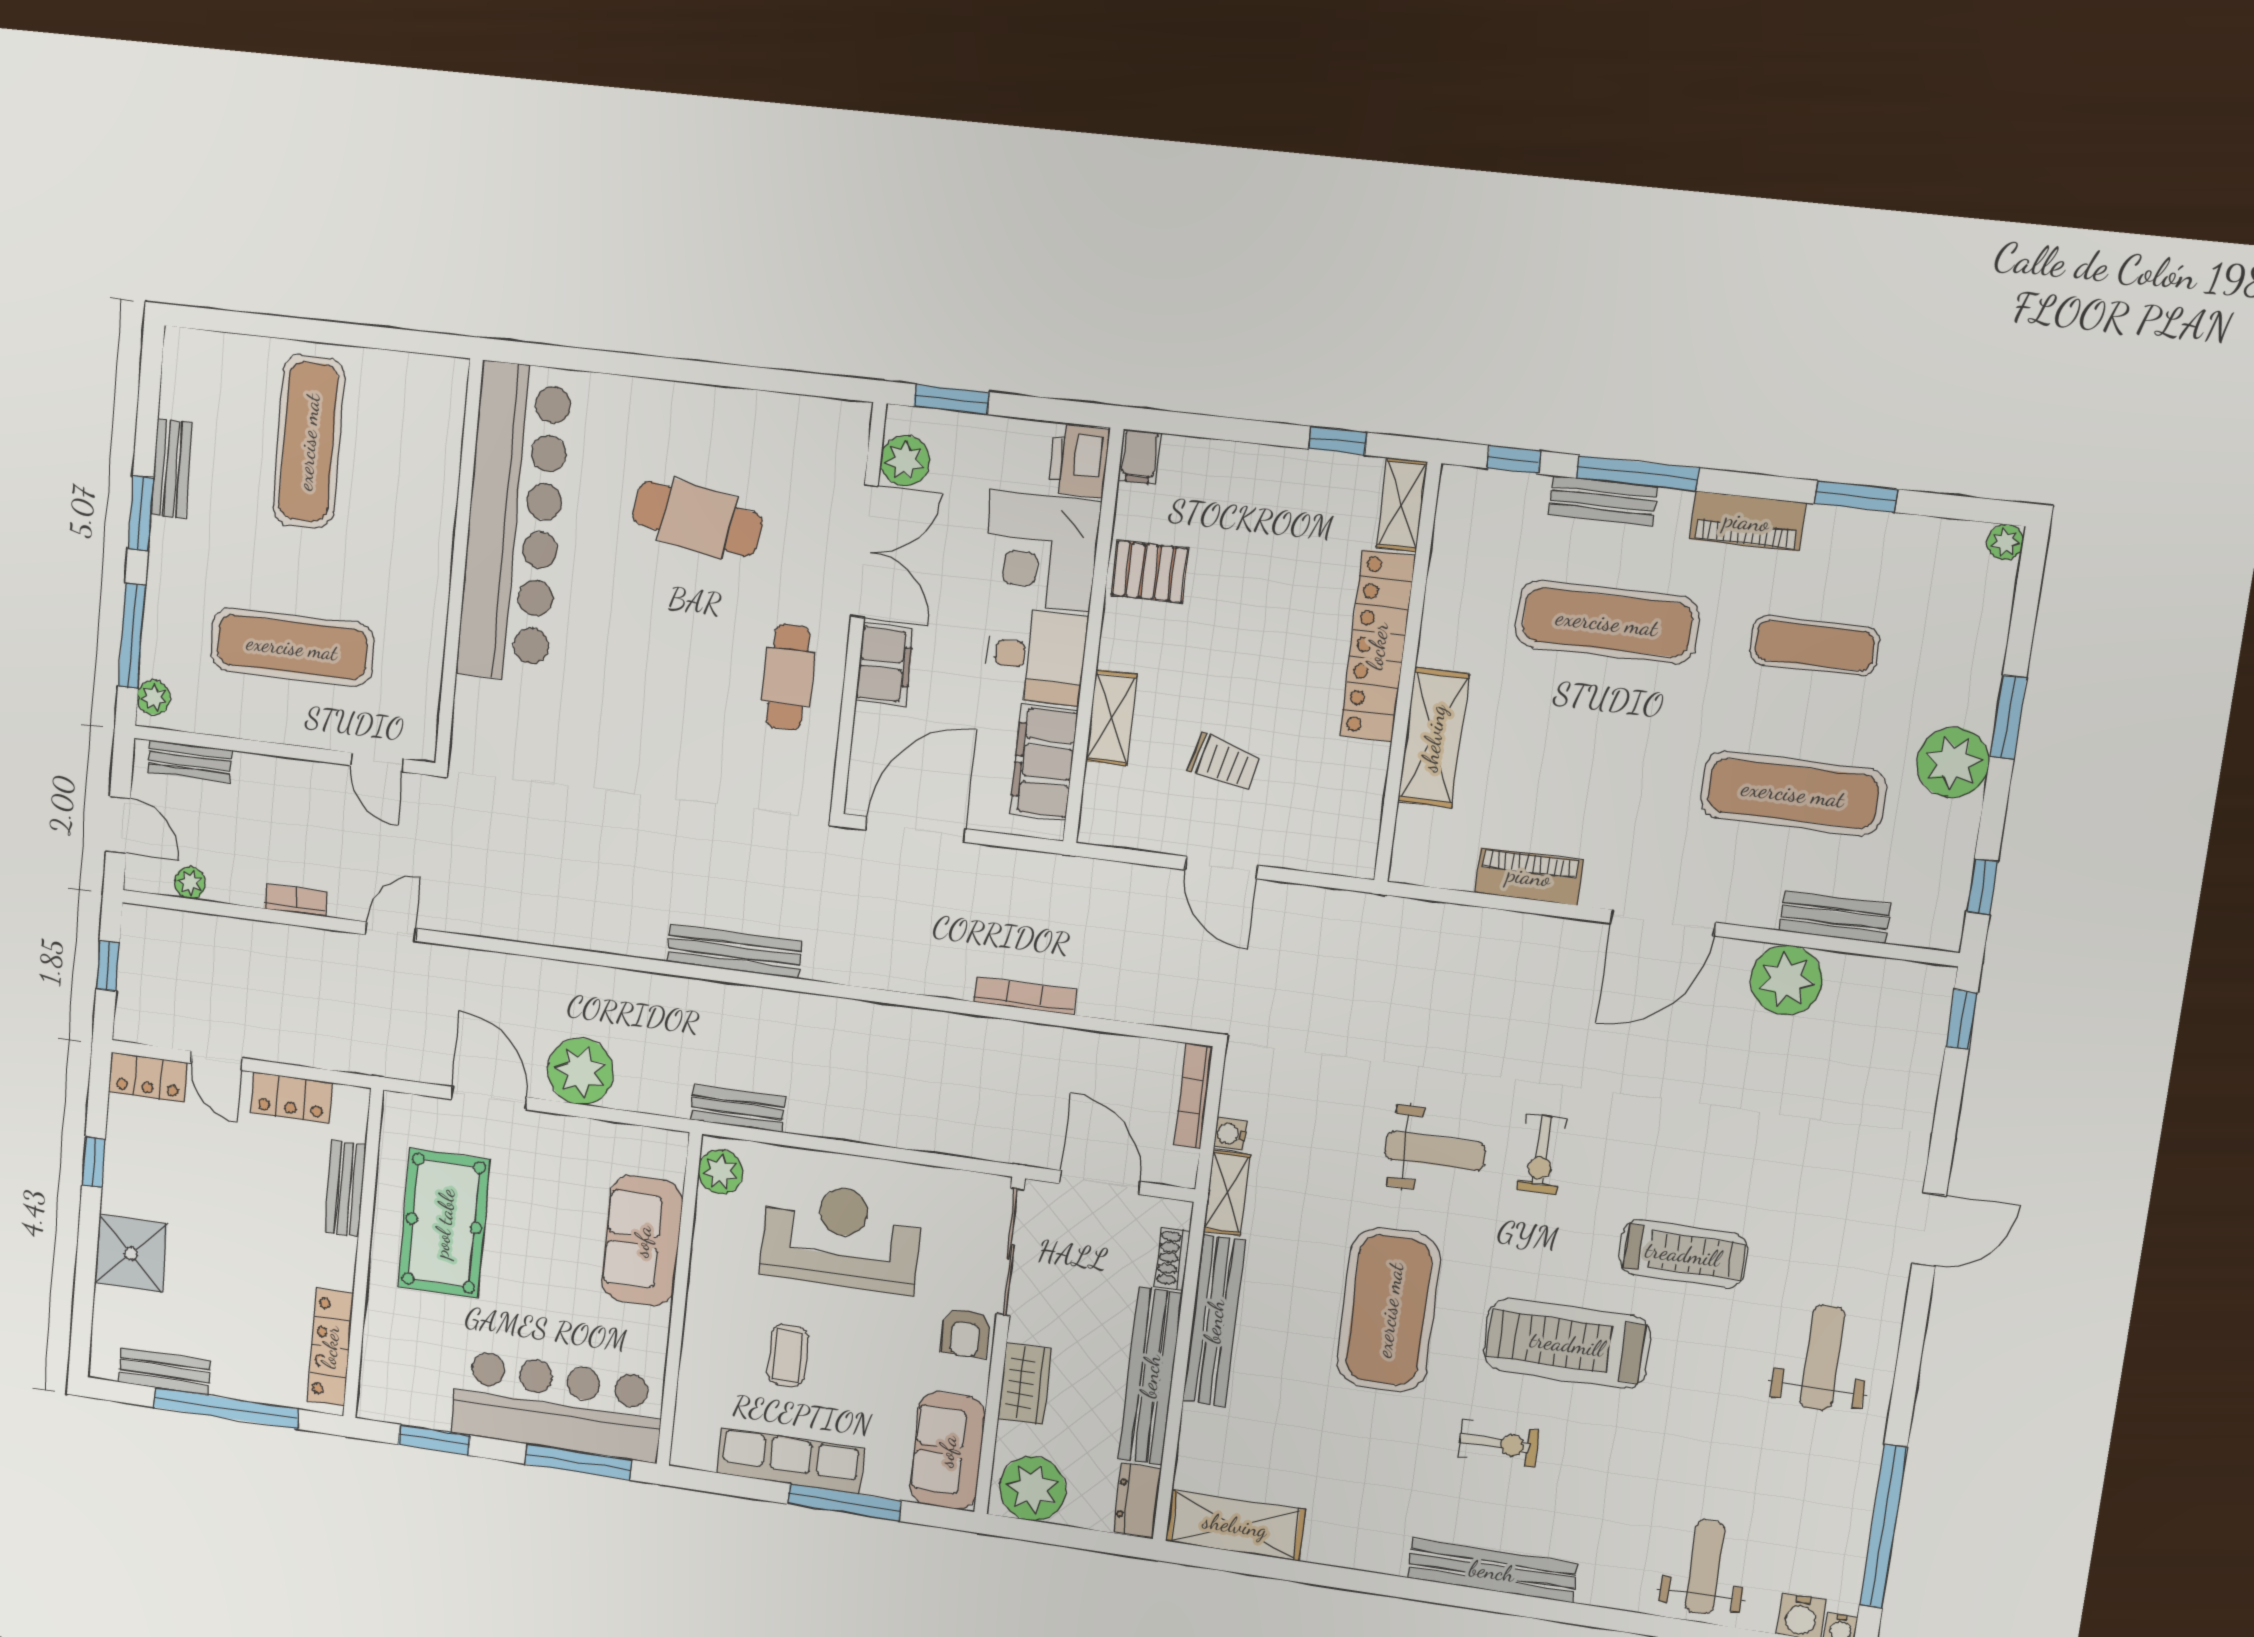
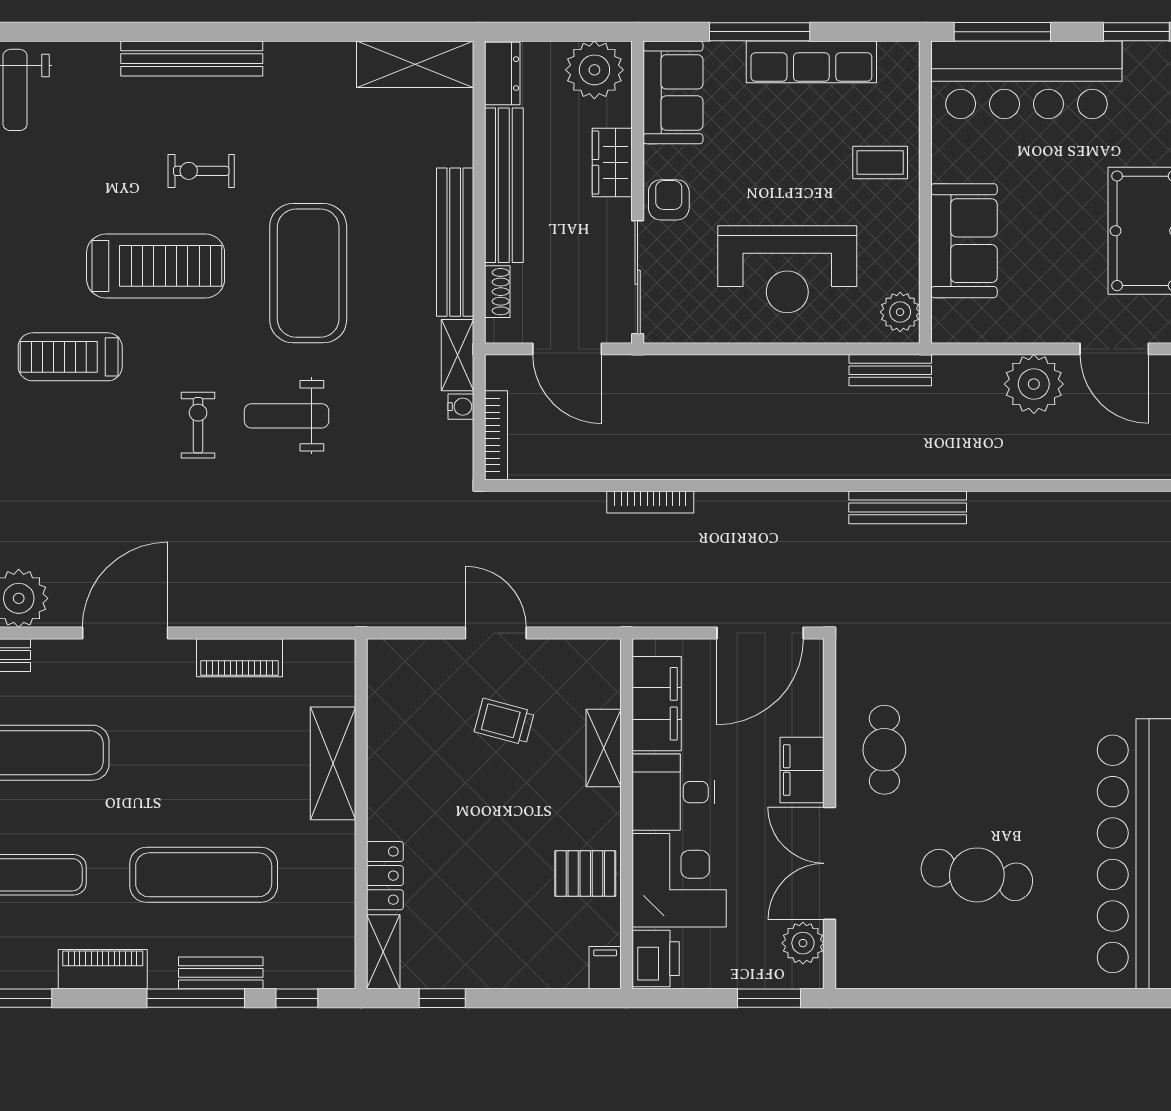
locker: (1377, 646) -> (385, 876), width x0.46, depth x0.83
coffee table: (788, 1355) -> (880, 162), moved, turned 90

